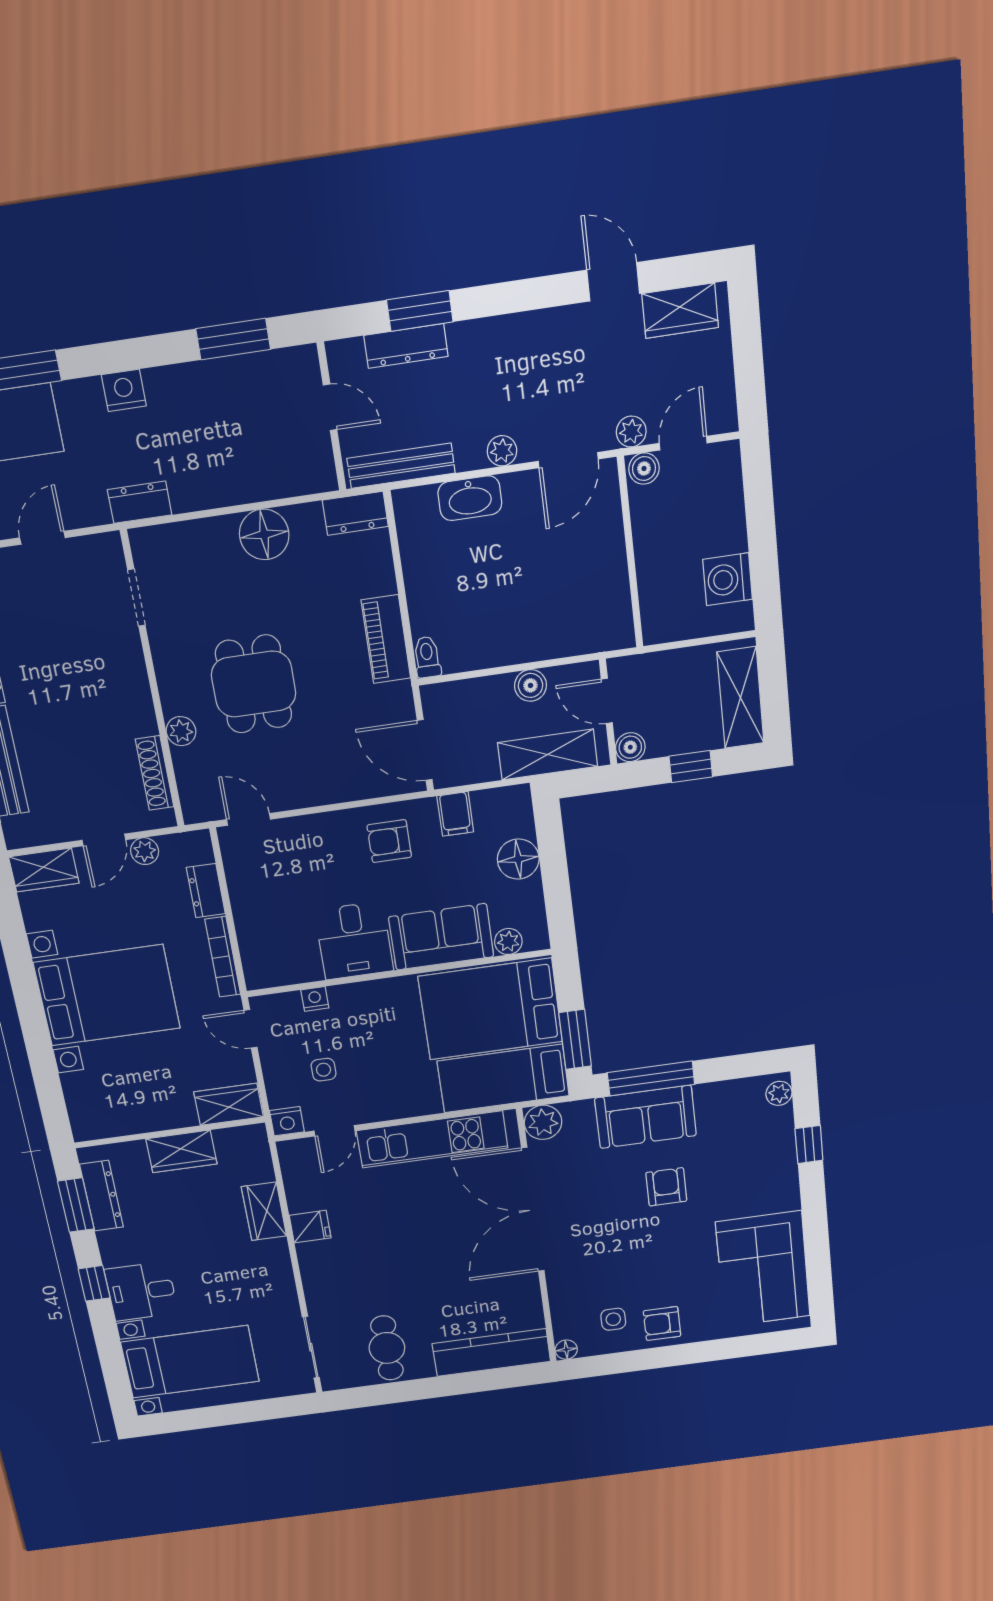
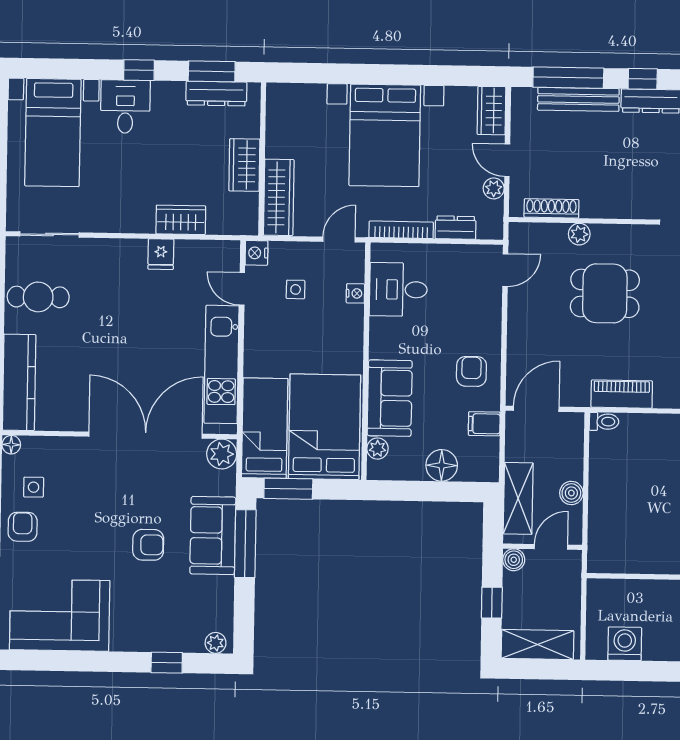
desk: (354, 941) -> (398, 289), moved
wardrobe: (229, 1104) -> (279, 197), width x1.50

